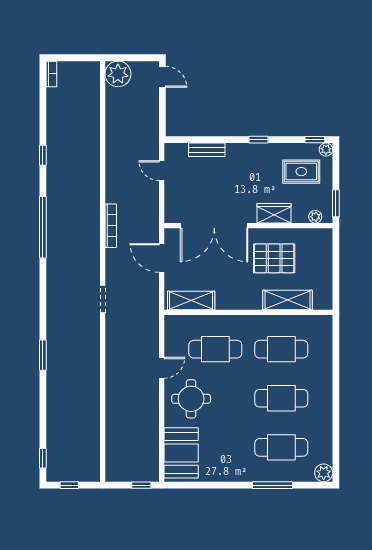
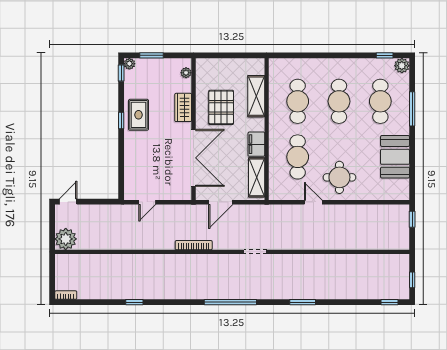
bench: (207, 150) -> (130, 164), removed
rug: (301, 172) -> (138, 115), moved
window: (336, 203) -> (152, 55), moved
window: (43, 227) -> (230, 302), moved
filing cabinet: (230, 300) -> (256, 144), added
booth: (181, 453) -> (395, 157), moved, turned 90
window: (336, 453) -> (385, 55), added

